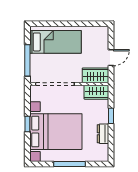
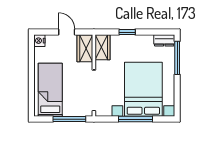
nightstand: (103, 31) -> (39, 41), added
window: (27, 124) -> (136, 119), width x2.17
dresser: (103, 134) -> (164, 40), moved
window: (70, 164) -> (177, 58), moved

